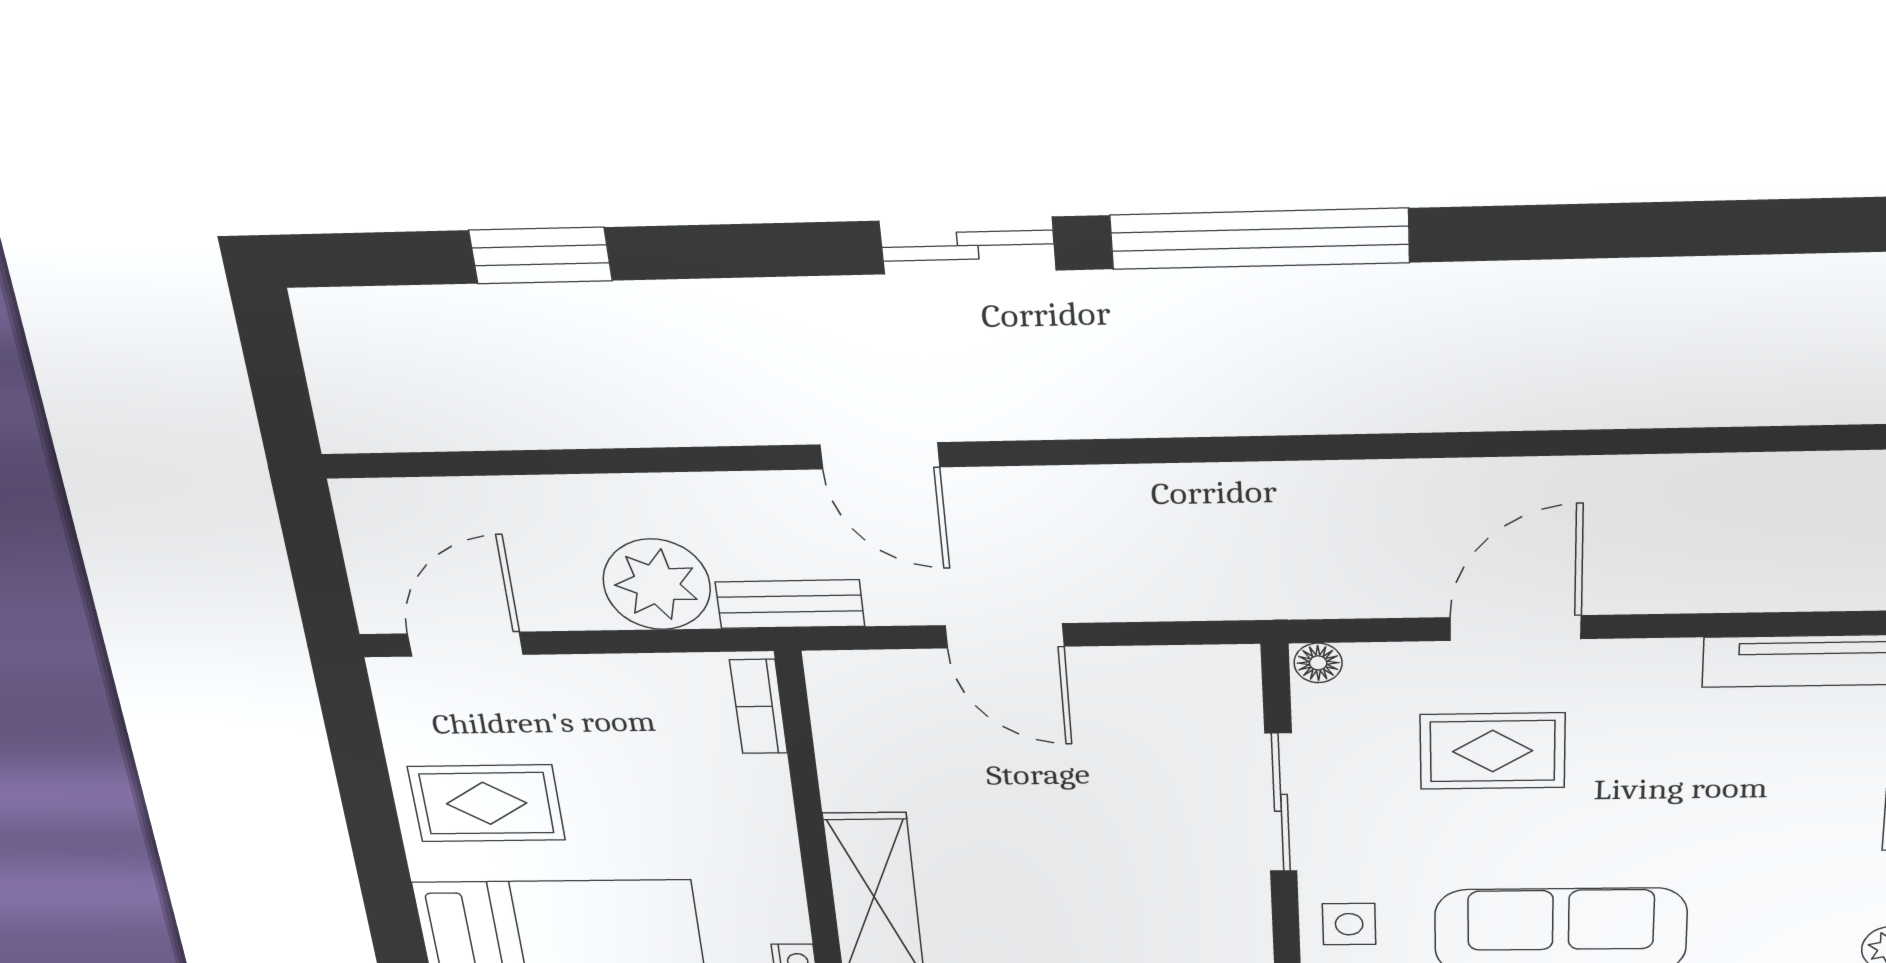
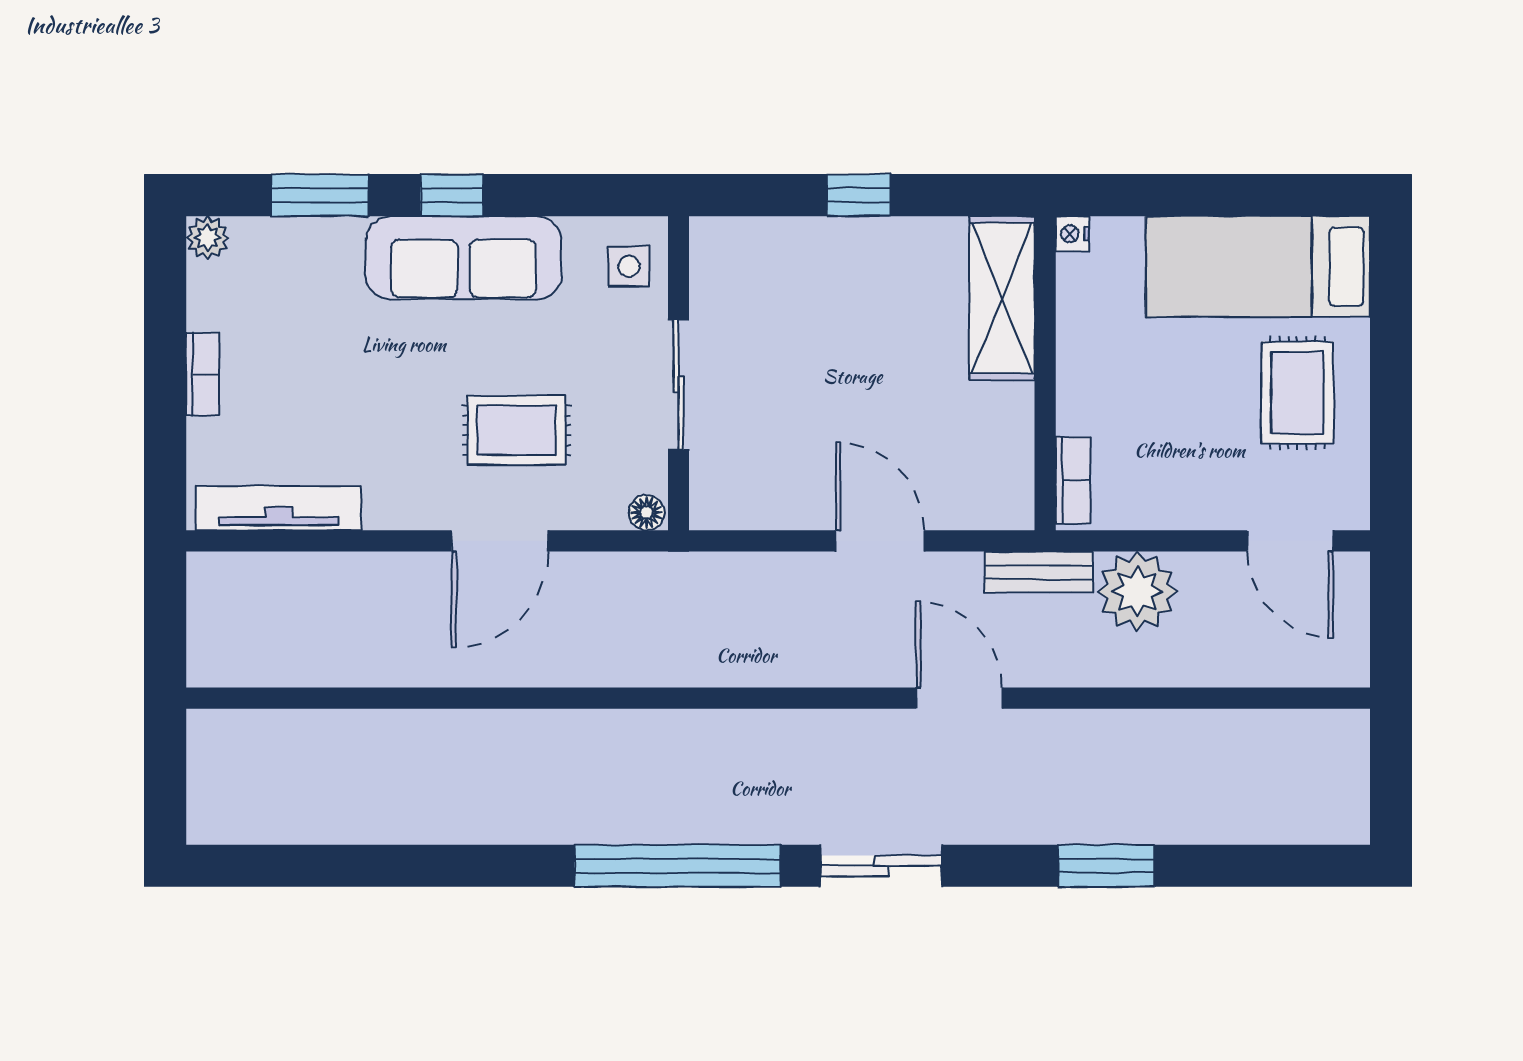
window: (541, 255) -> (1106, 866), moved
door: (465, 644) -> (1290, 541), hinge flipped
rug: (487, 803) -> (1297, 393), turned 90

